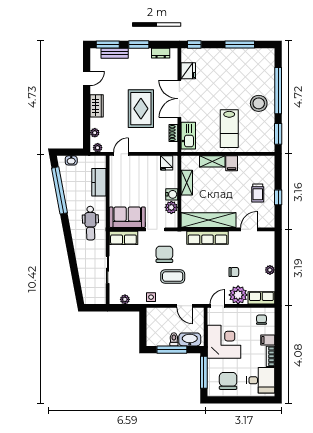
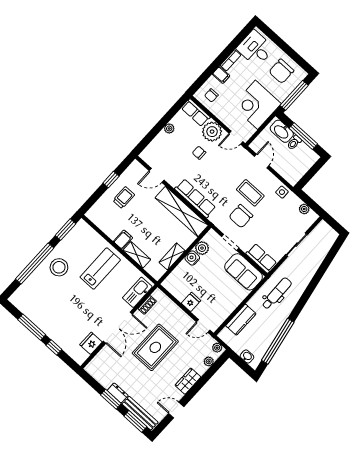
window: (194, 44) -> (54, 347), moved
bench: (115, 53) -> (140, 413), width x1.36
dresser: (161, 53) -> (118, 393), moved
fridge: (167, 163) -> (191, 302), moved

